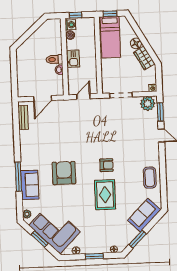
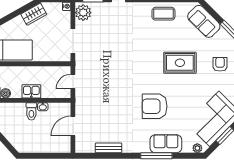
floor lamp: (136, 43) -> (18, 23), removed
door: (83, 97) -> (73, 82), hinge flipped
door: (43, 98) -> (73, 126), swing flipped
bench: (23, 118) -> (108, 148), moved
armchair: (106, 165) -> (220, 64), moved

